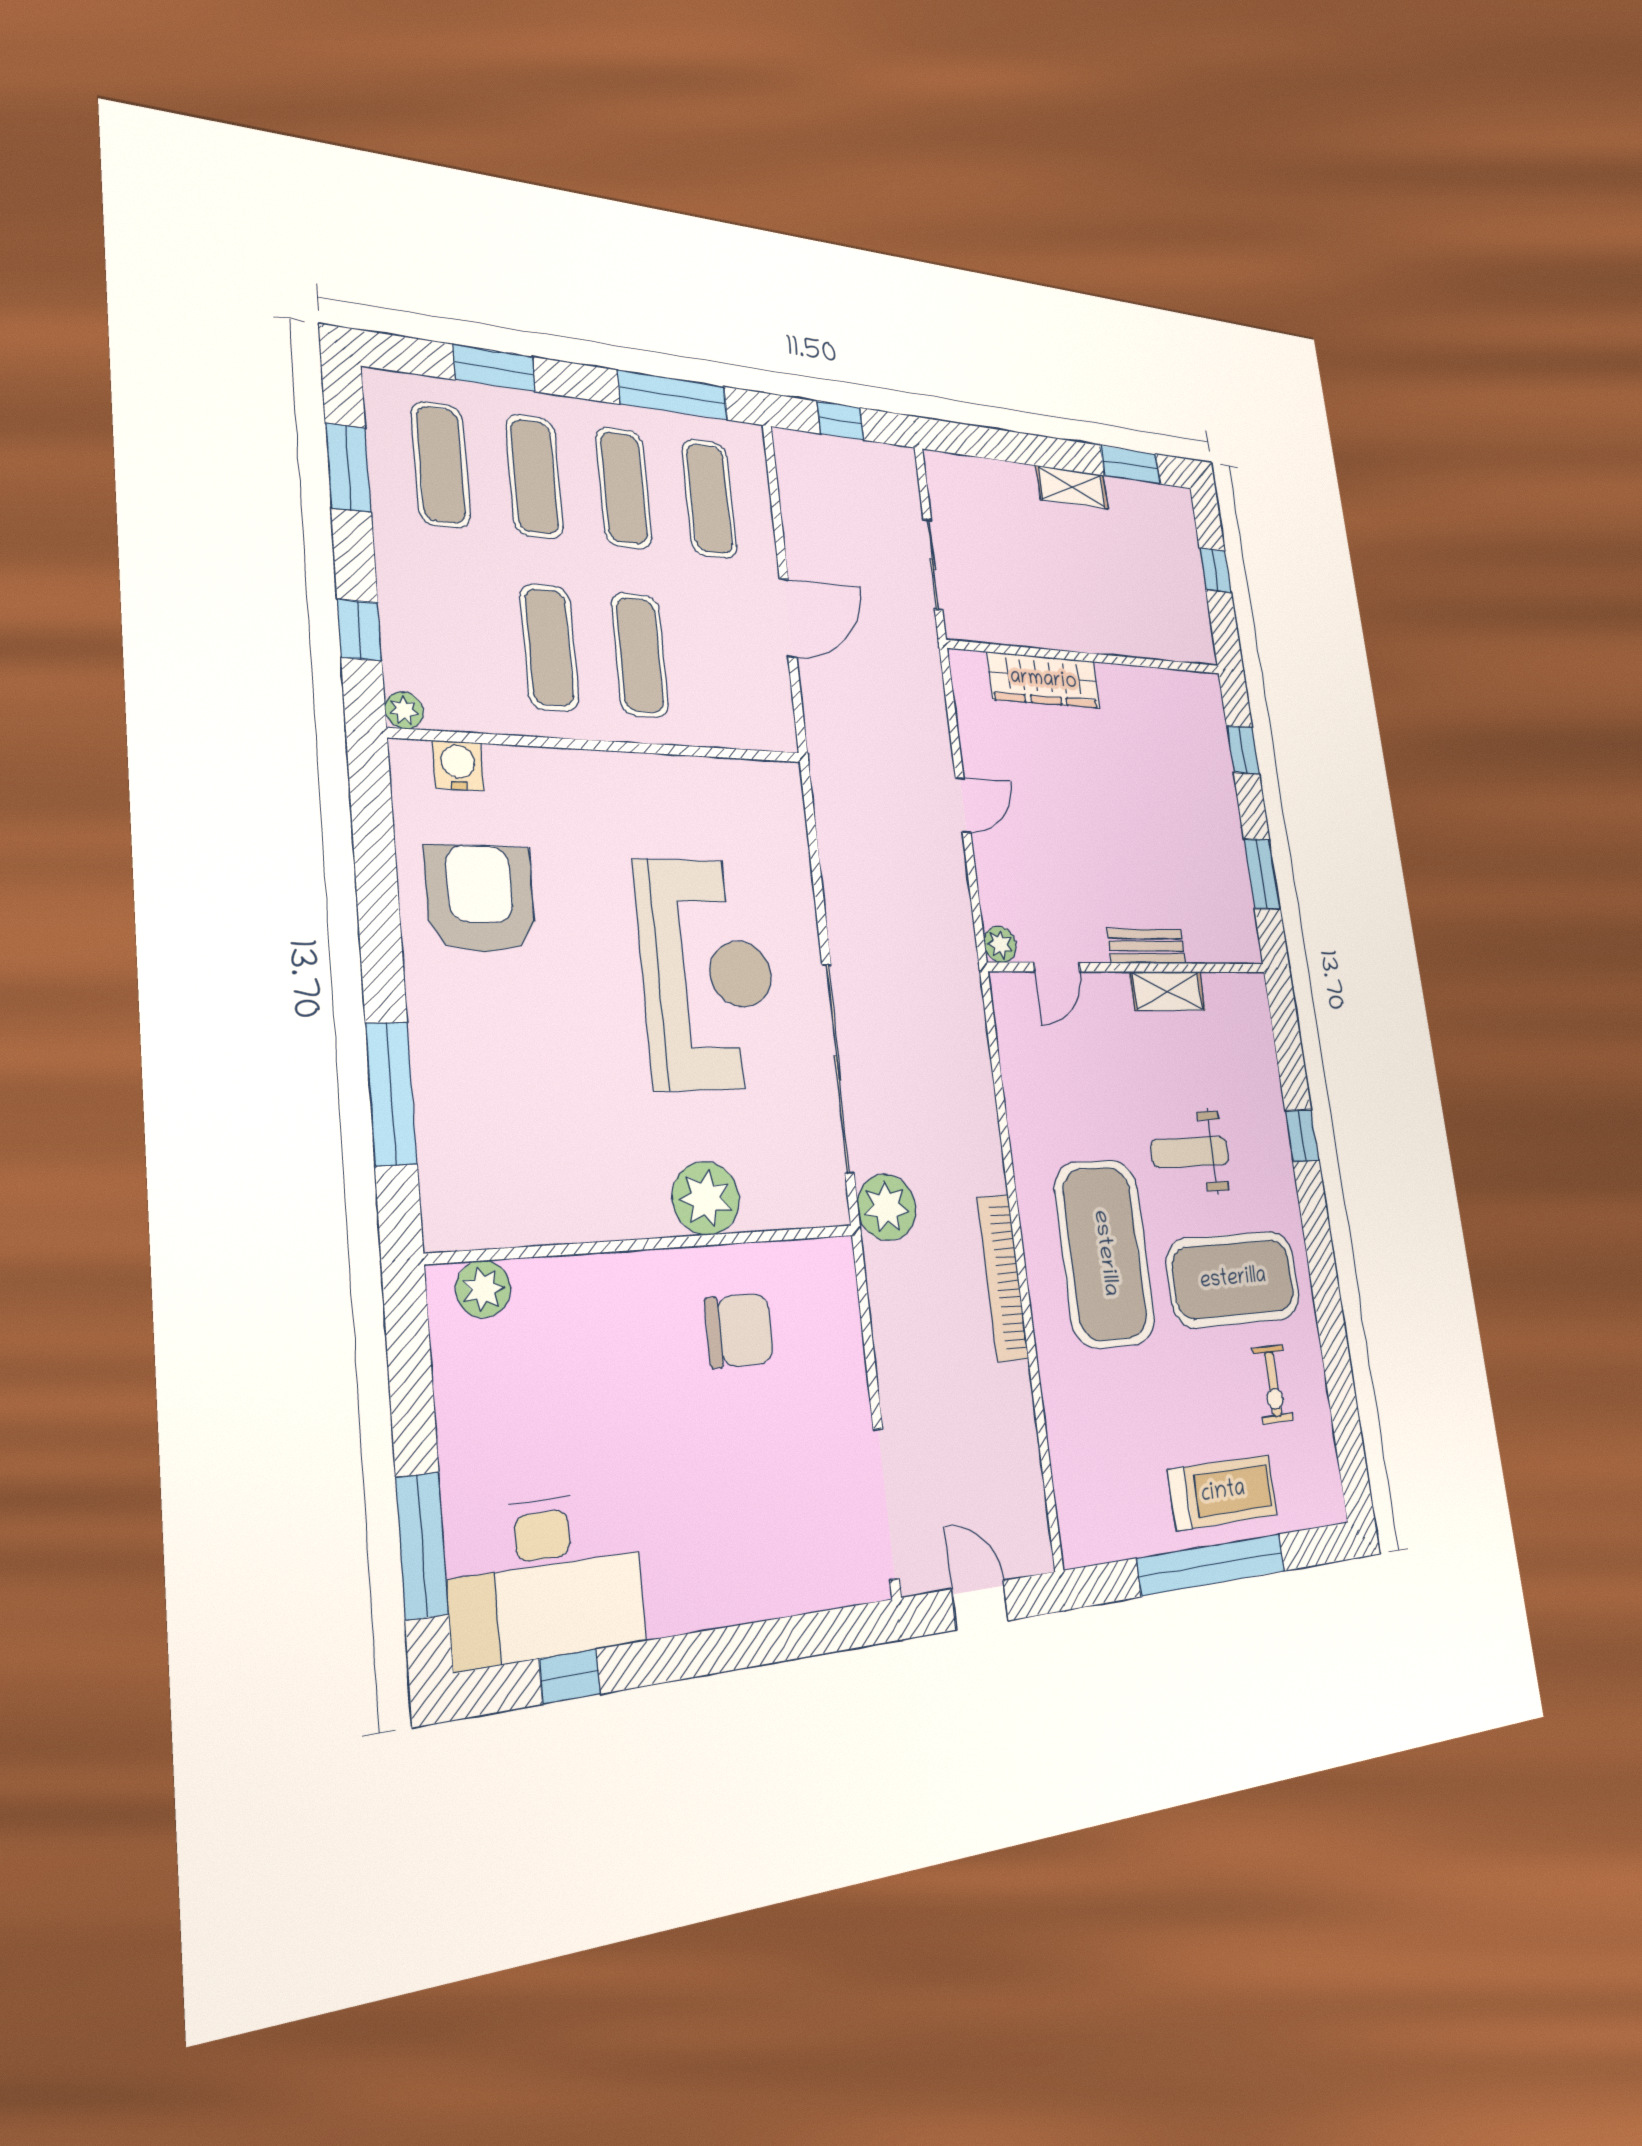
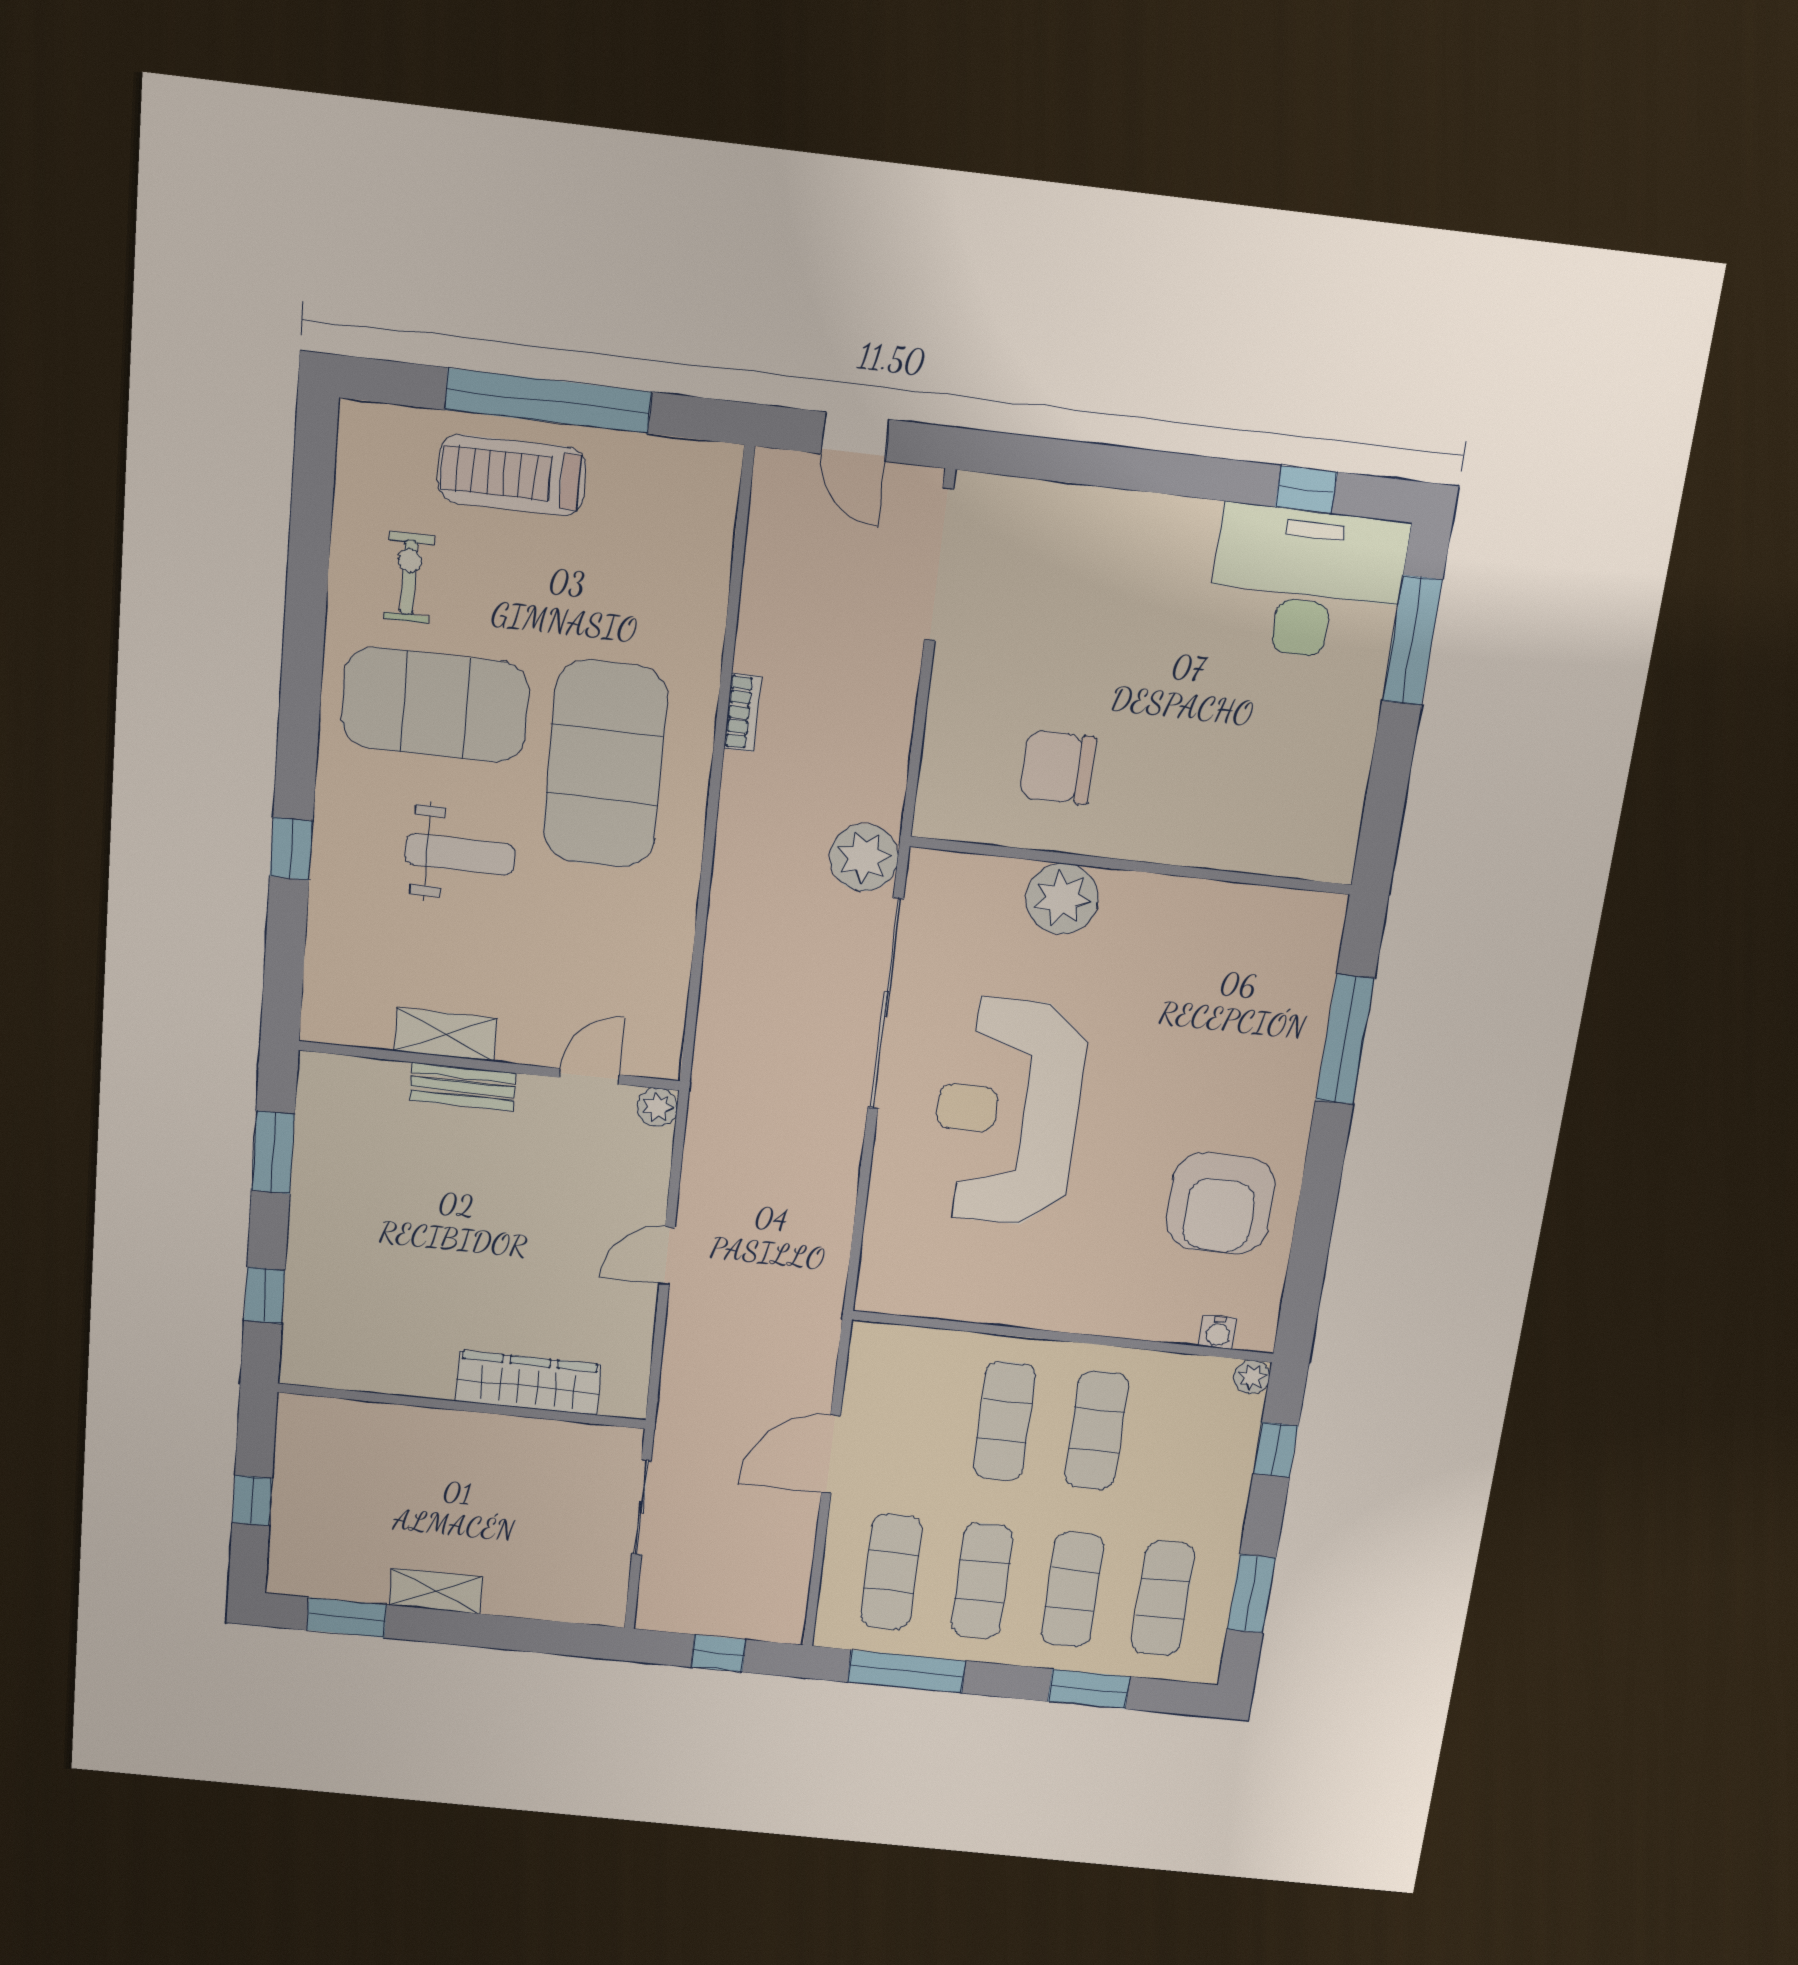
water cooler: (458, 765) -> (1218, 1332), width x0.72, depth x0.72
bookcase: (1003, 1278) -> (743, 712), width x0.43, depth x0.76
plant: (483, 1289) -> (1303, 854), removed

